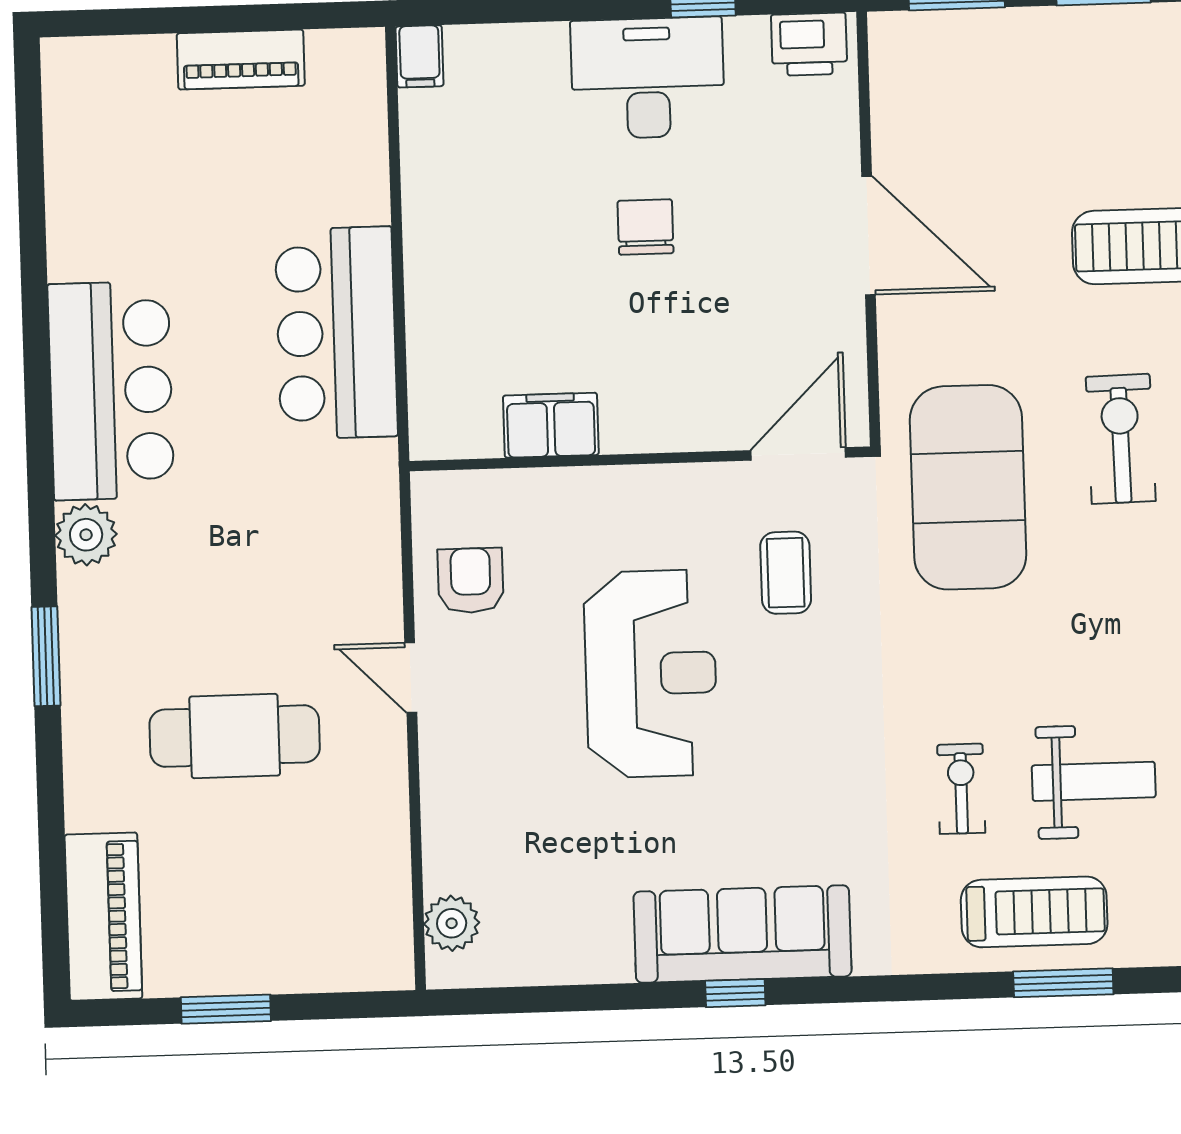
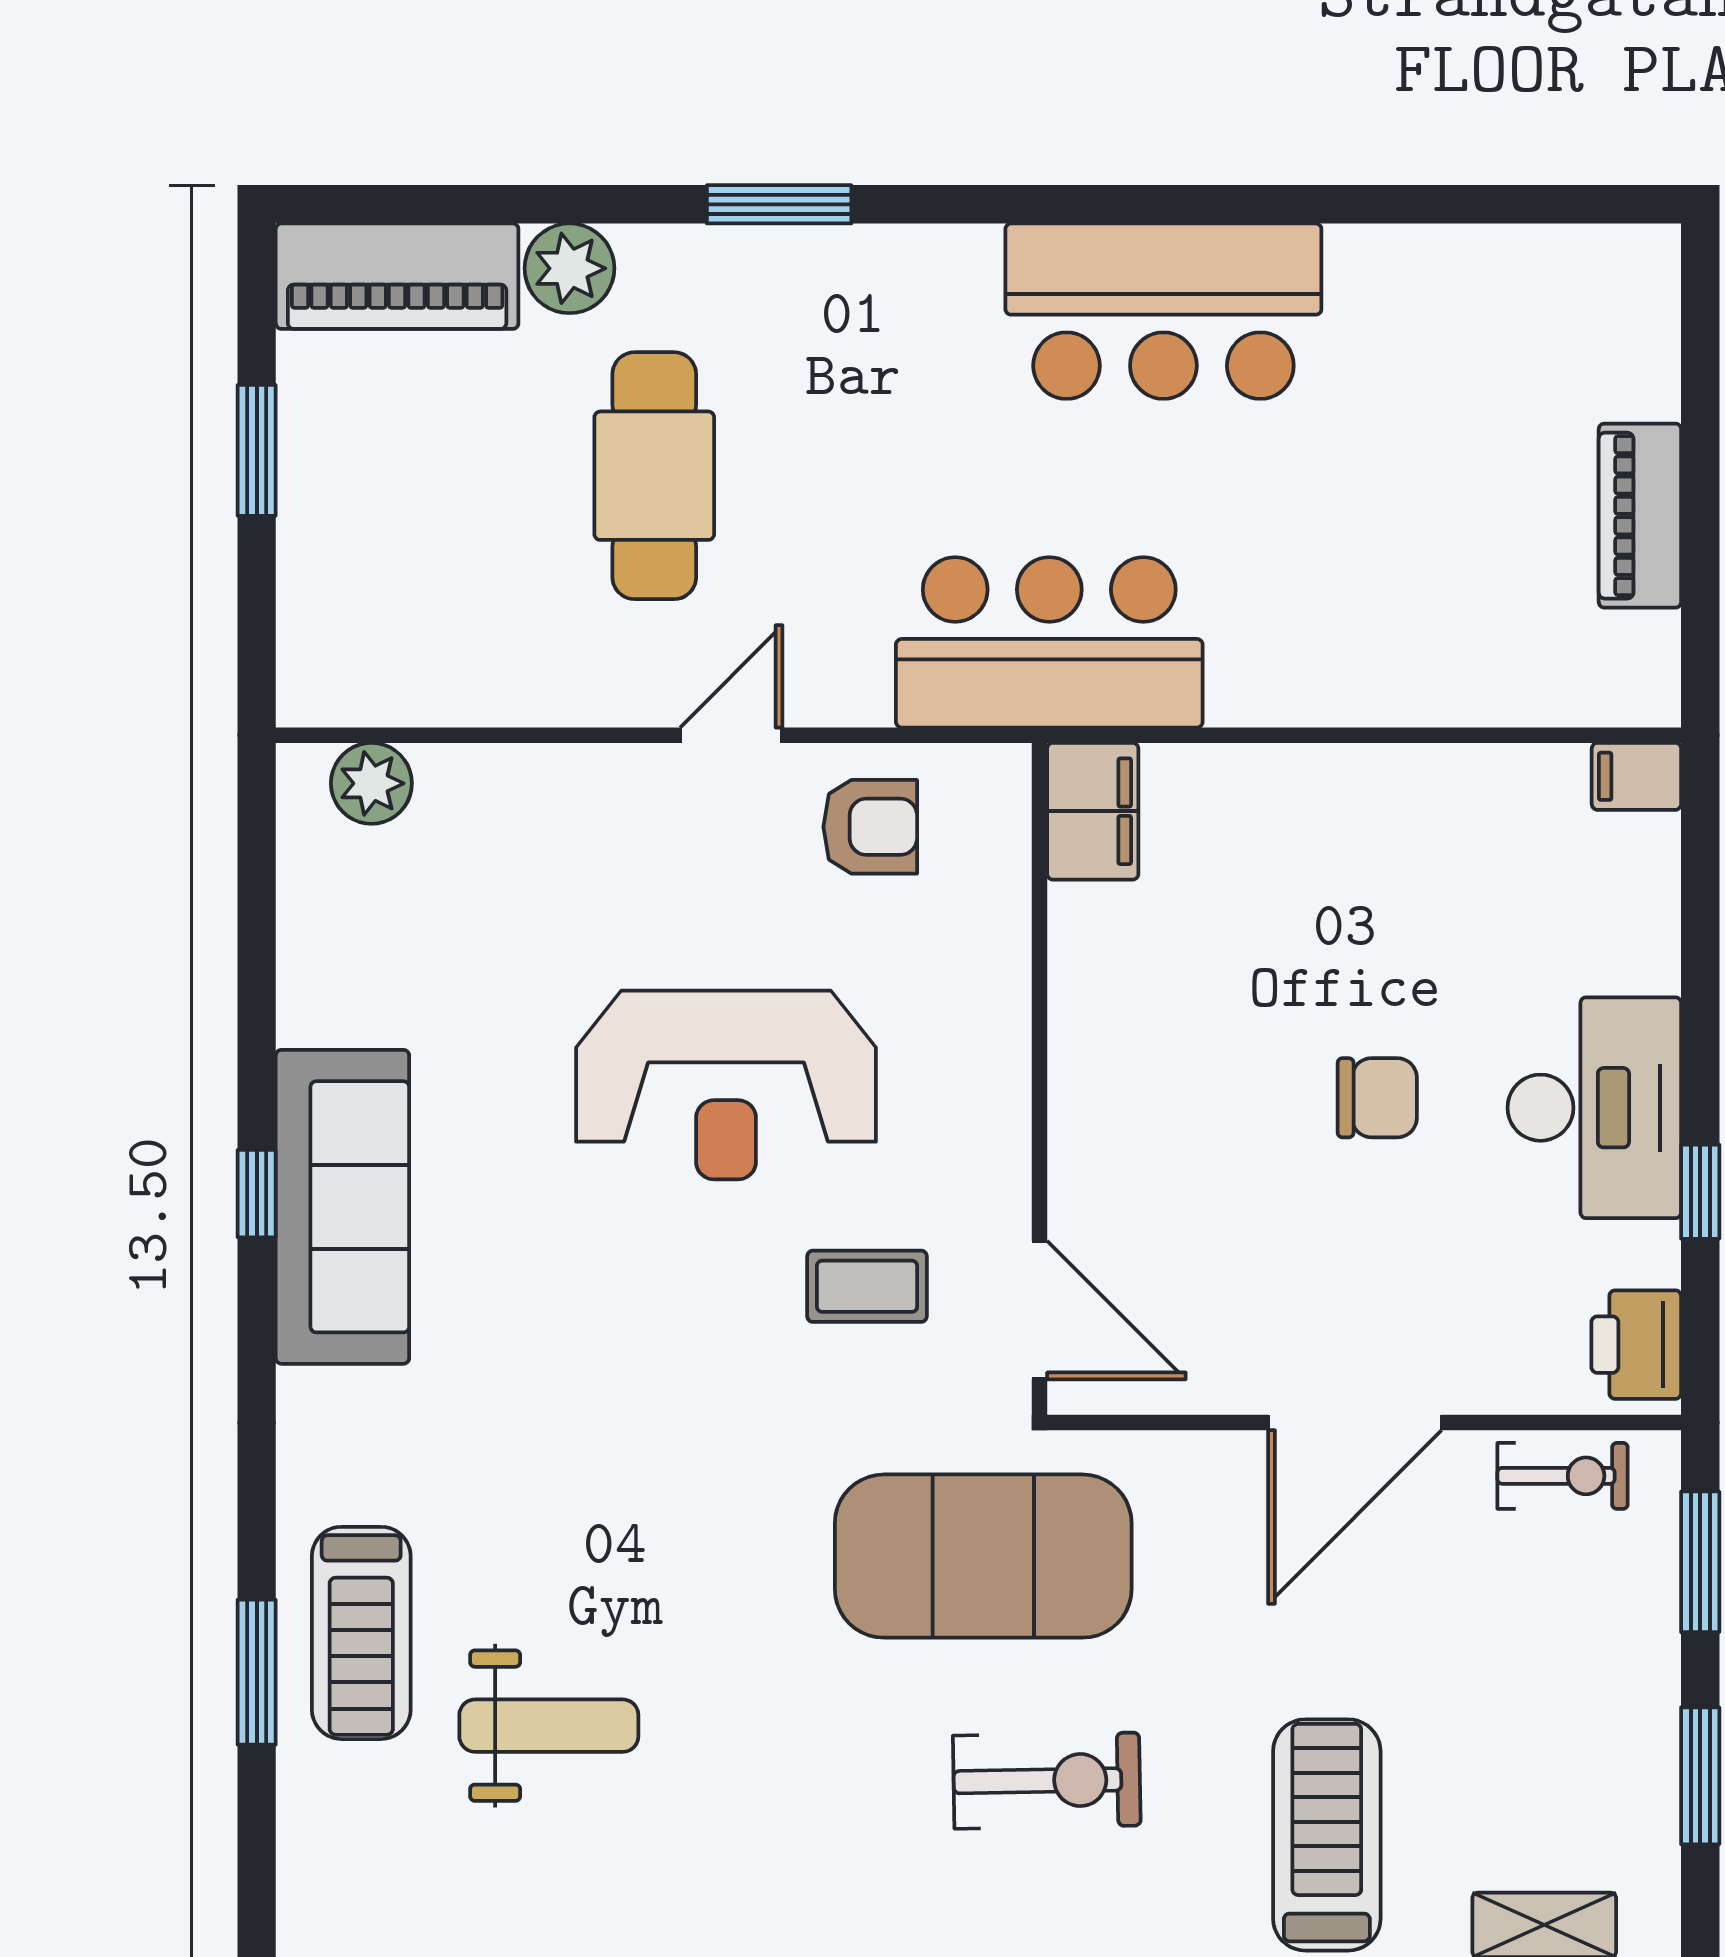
bar counter: (336, 333) -> (1049, 642), moved
filing cabinet: (551, 425) -> (1093, 811), moved
plant: (86, 535) -> (569, 268), moved
weight bench: (1094, 781) -> (549, 1726), turned -90
exercise bike: (961, 789) -> (1563, 1476), moved

